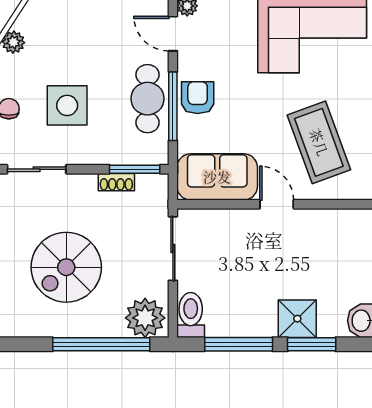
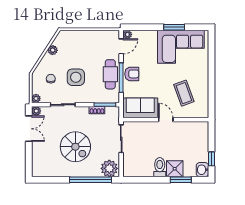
door: (173, 34) -> (121, 46), swing flipped
armchair: (198, 98) -> (132, 74), turned 90
coffee table: (319, 142) -> (184, 93), width x0.73, depth x0.76
spiral stairs: (66, 267) -> (75, 147), turned -90
toilet: (191, 315) -> (160, 167), moved
window: (239, 344) -> (149, 180), removed

